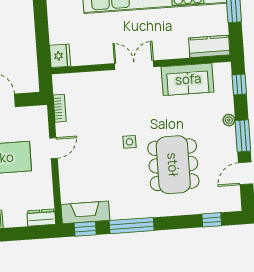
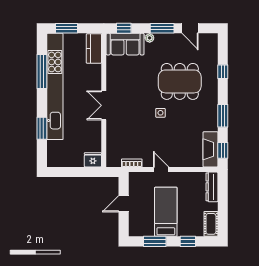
sofa: (188, 79) -> (125, 44), moved, turned 90
dresser: (41, 217) -> (212, 187), width x1.44
window: (212, 220) -> (223, 72), moved
window: (132, 226) -> (223, 116), width x0.69

